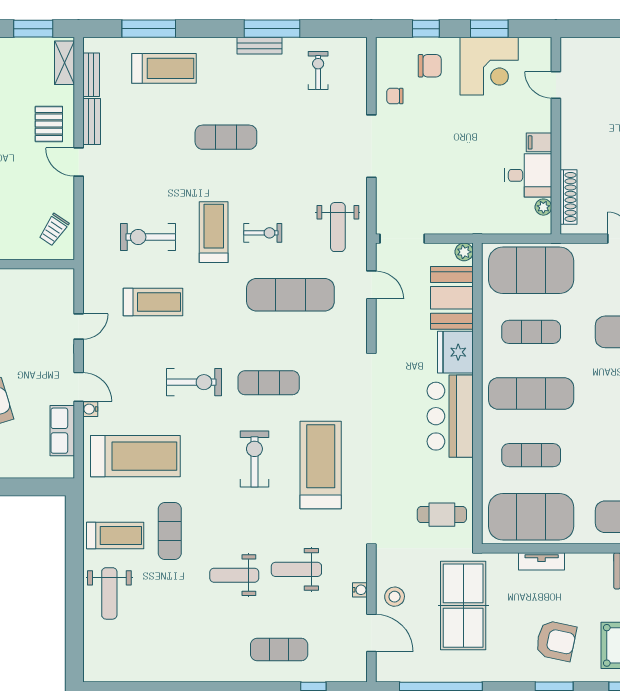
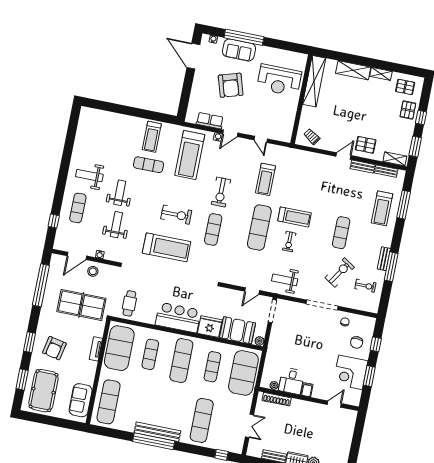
exercise bike: (148, 237) -> (340, 272), moved, turned 33
exercise mat: (290, 295) -> (259, 228), moved
weight bench: (109, 593) -> (89, 176), moved

